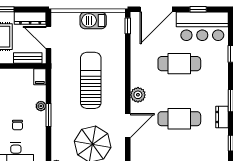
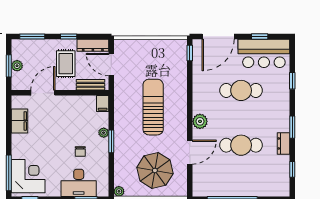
barbecue: (93, 20) -> (155, 48), removed

